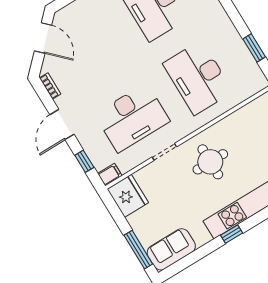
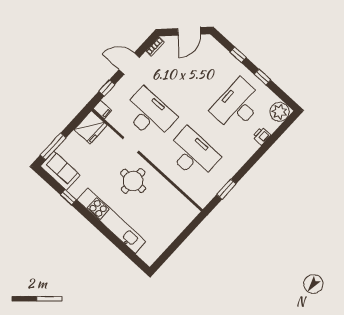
desk: (198, 78) -> (193, 154), turned 90
desk: (132, 118) -> (149, 114), turned 180
window: (232, 234) -> (68, 197), moved

